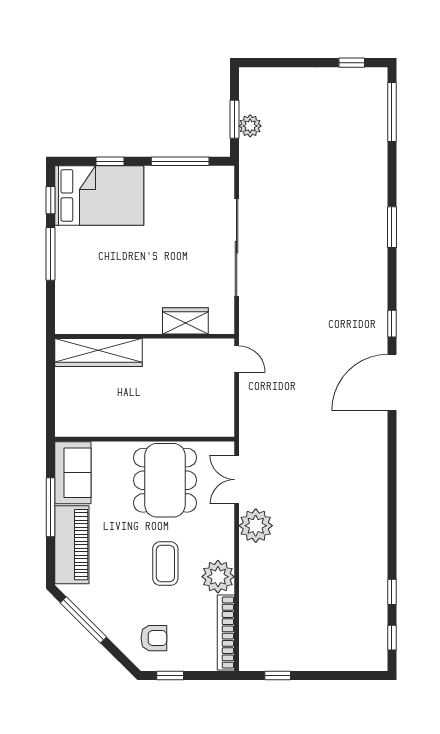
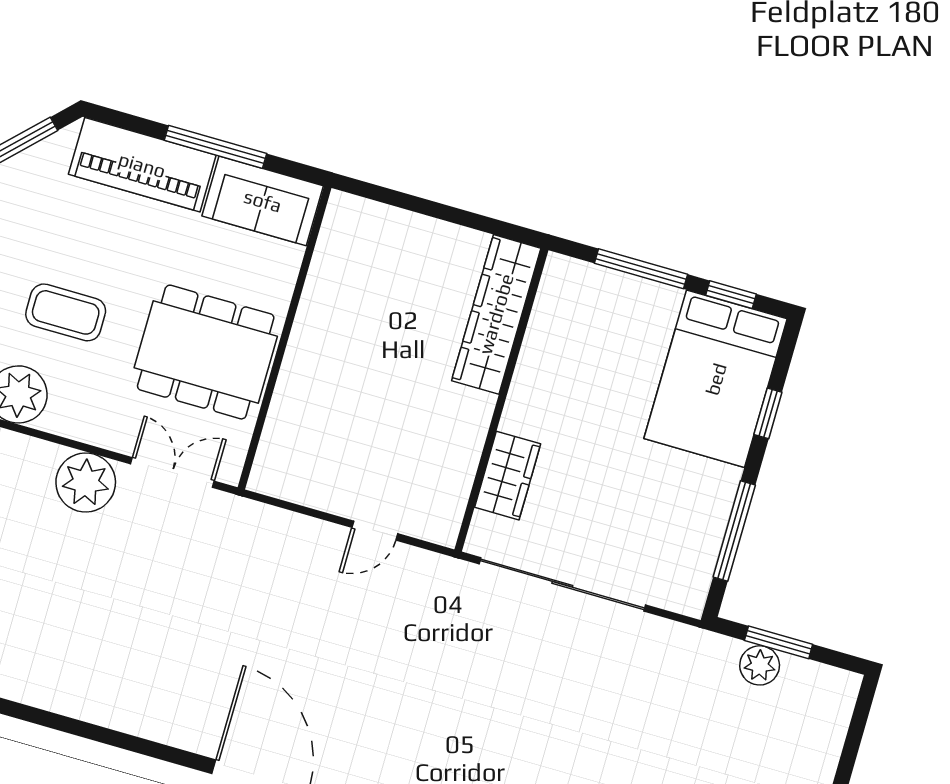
wardrobe: (185, 321) -> (508, 476), moved
wall: (145, 336) -> (501, 400), moved
wardrobe: (98, 353) -> (496, 314), moved

